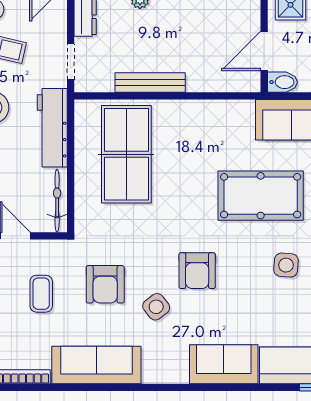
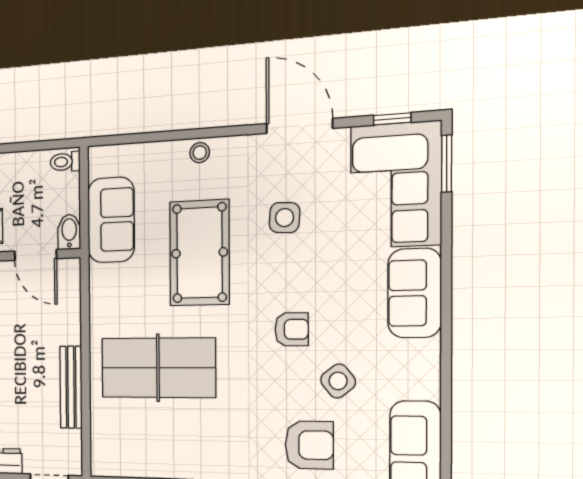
table tennis table: (126, 154) -> (158, 368), moved
armchair: (197, 271) -> (292, 329), width x0.72, depth x0.72

